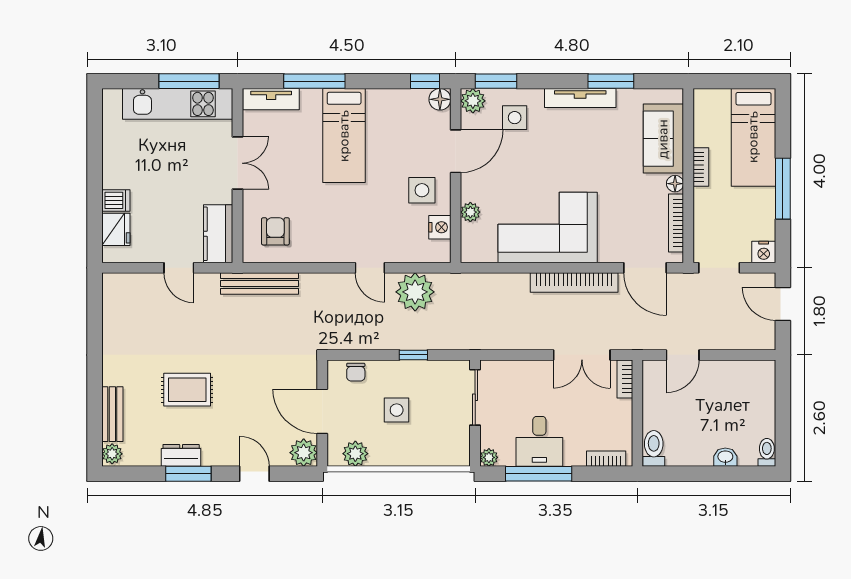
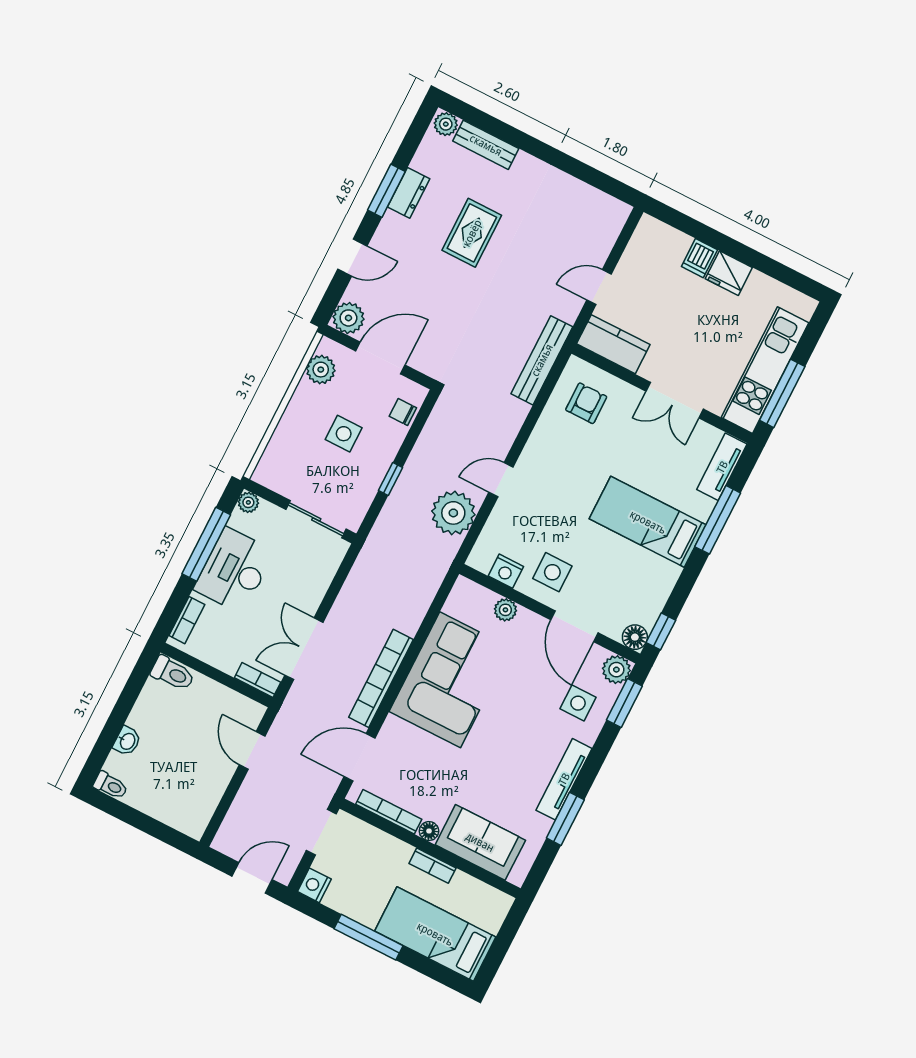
fridge: (116, 229) -> (729, 273), moved
armchair: (275, 231) -> (586, 403), turned -90
desk: (539, 441) -> (234, 570), width x1.37

